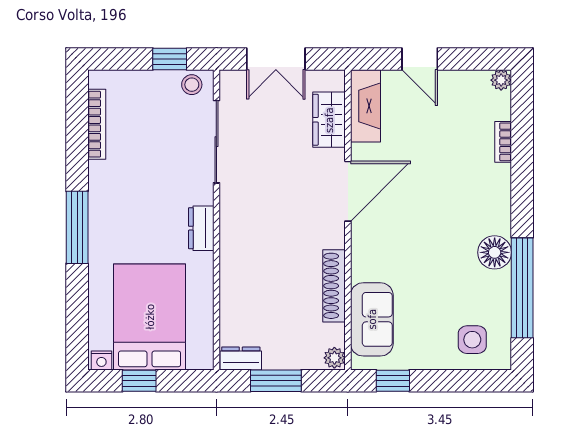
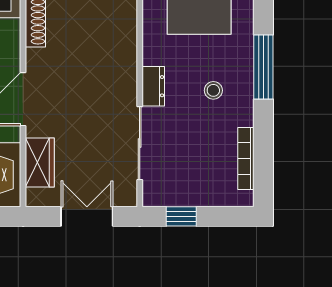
stool: (192, 85) -> (213, 90), moved
dresser: (201, 228) -> (153, 86), moved

